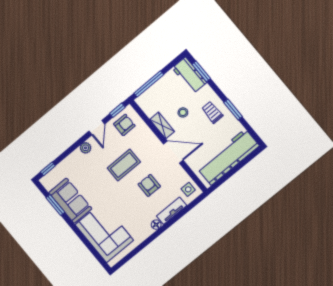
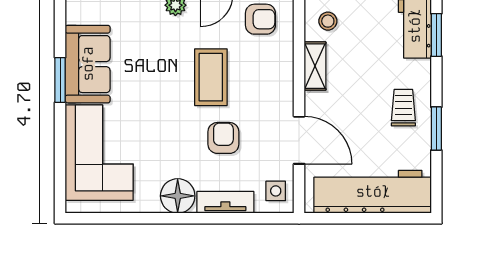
stool: (183, 112) -> (328, 21), moved
door: (173, 152) -> (299, 140), moved
coffee table: (124, 165) -> (211, 77), turned 90
window: (55, 205) -> (60, 80), moved
floor lamp: (156, 225) -> (178, 196), width x1.89, depth x1.89

